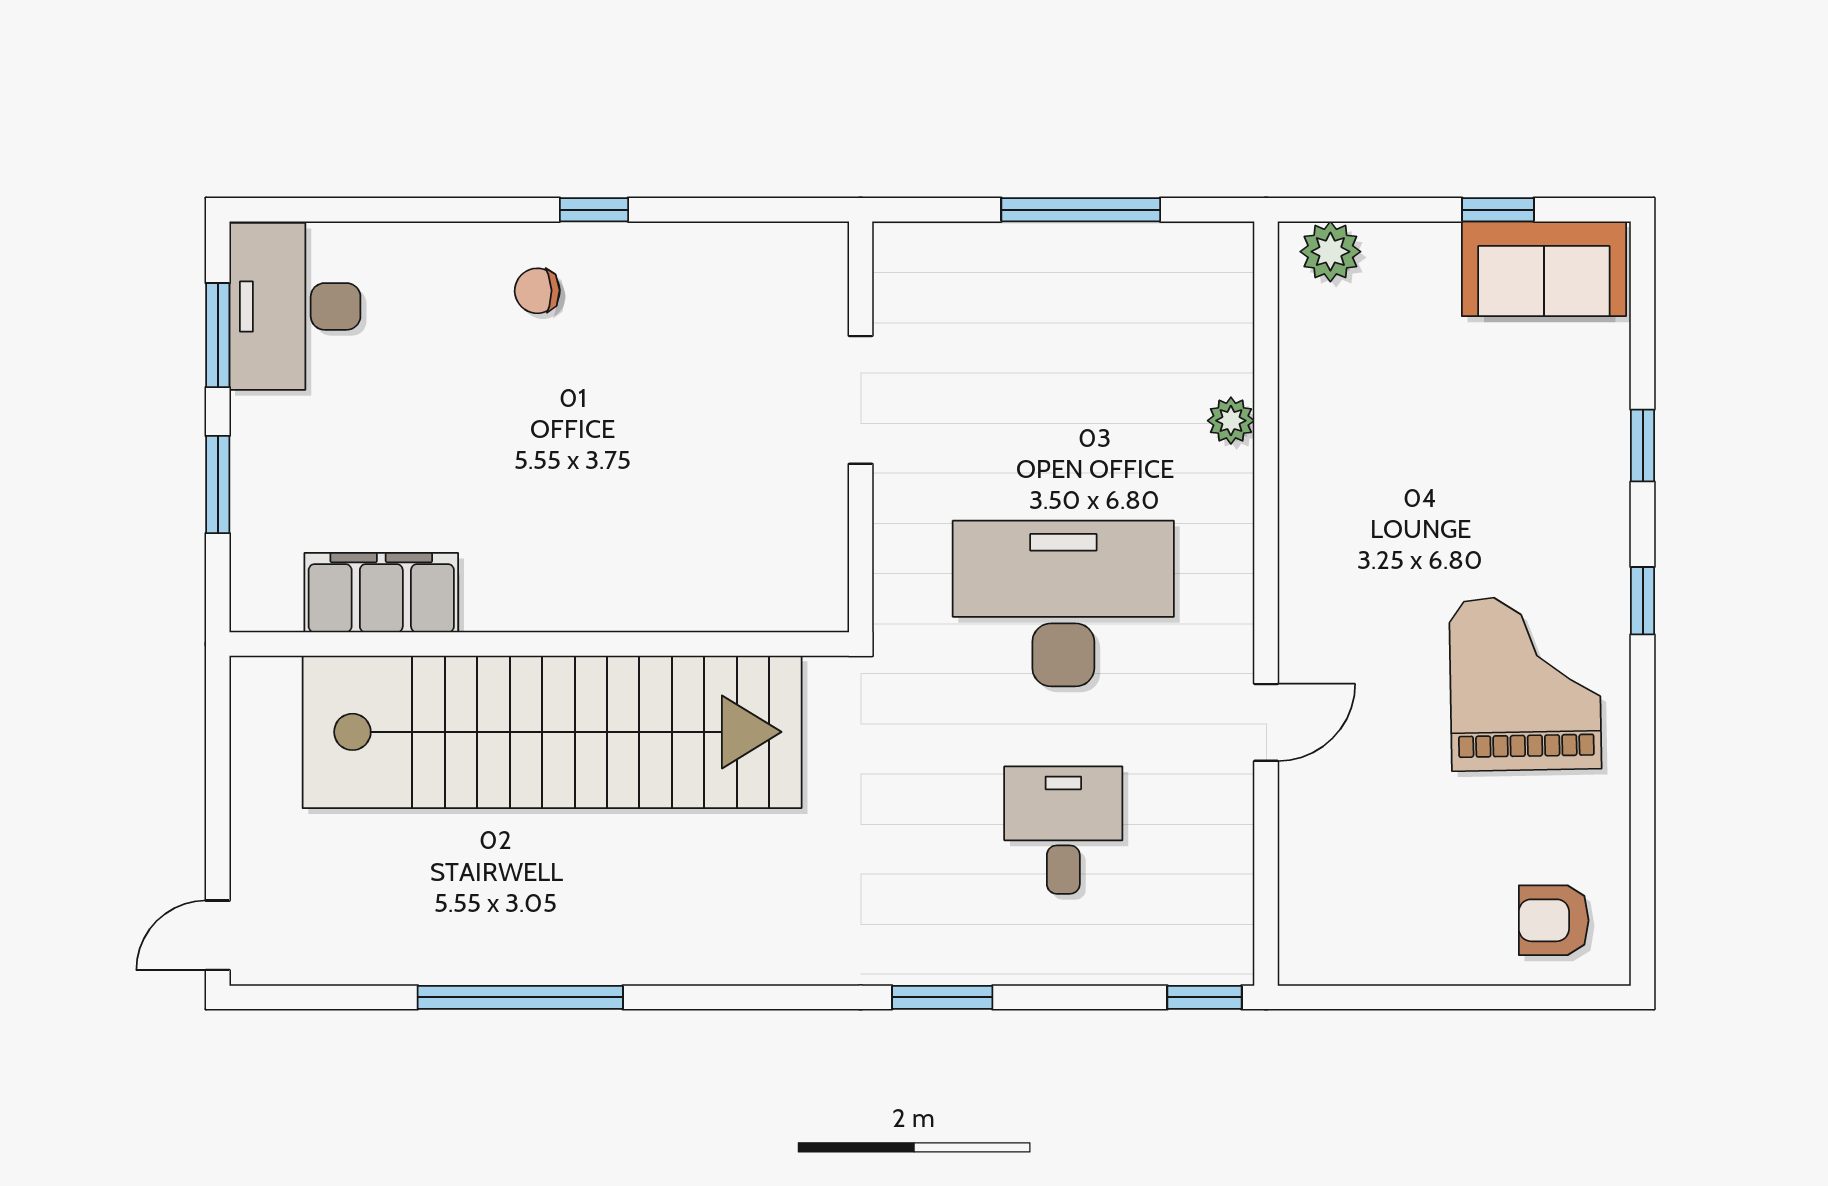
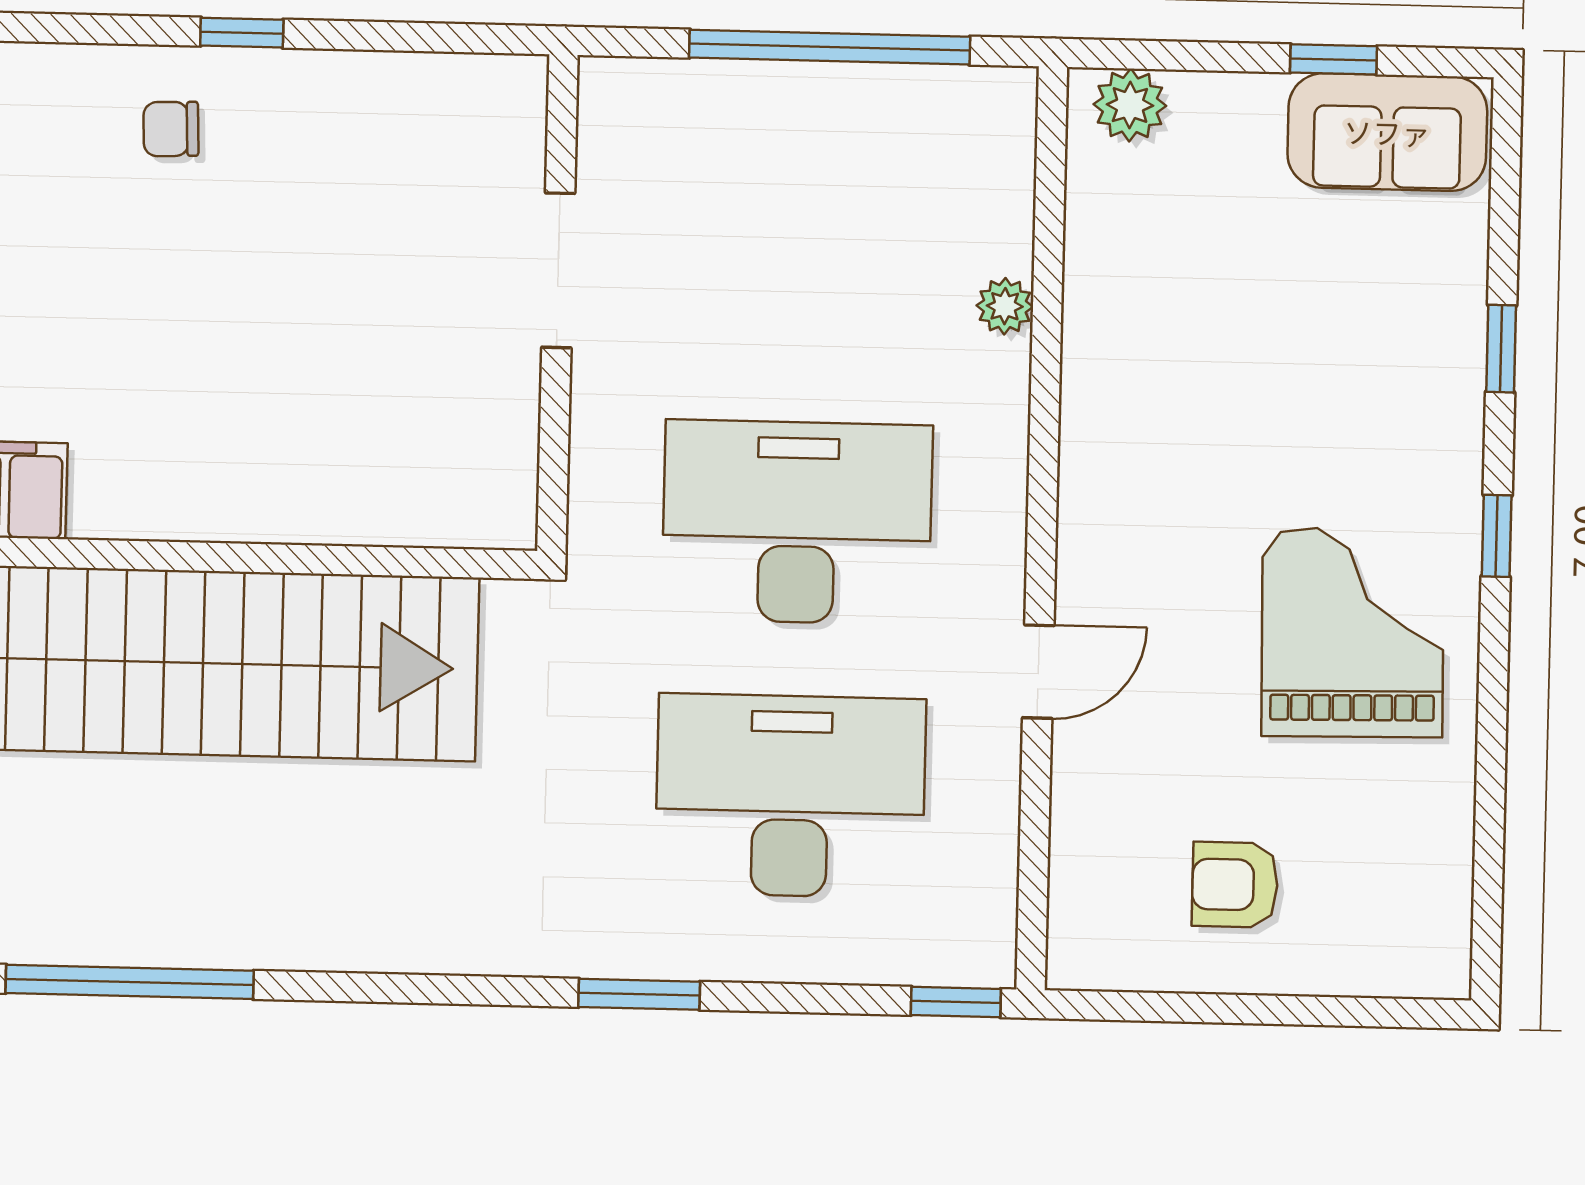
window: (1081, 210) -> (830, 47), width x1.46
desk: (1063, 830) -> (790, 796), width x1.87, depth x1.30
armchair: (1554, 920) -> (1235, 885), moved

